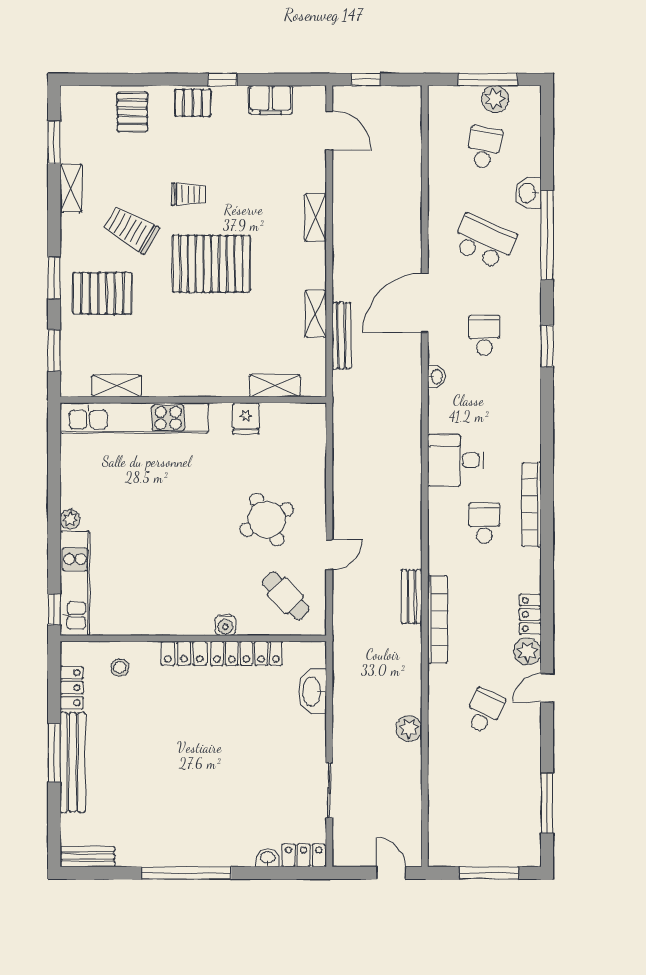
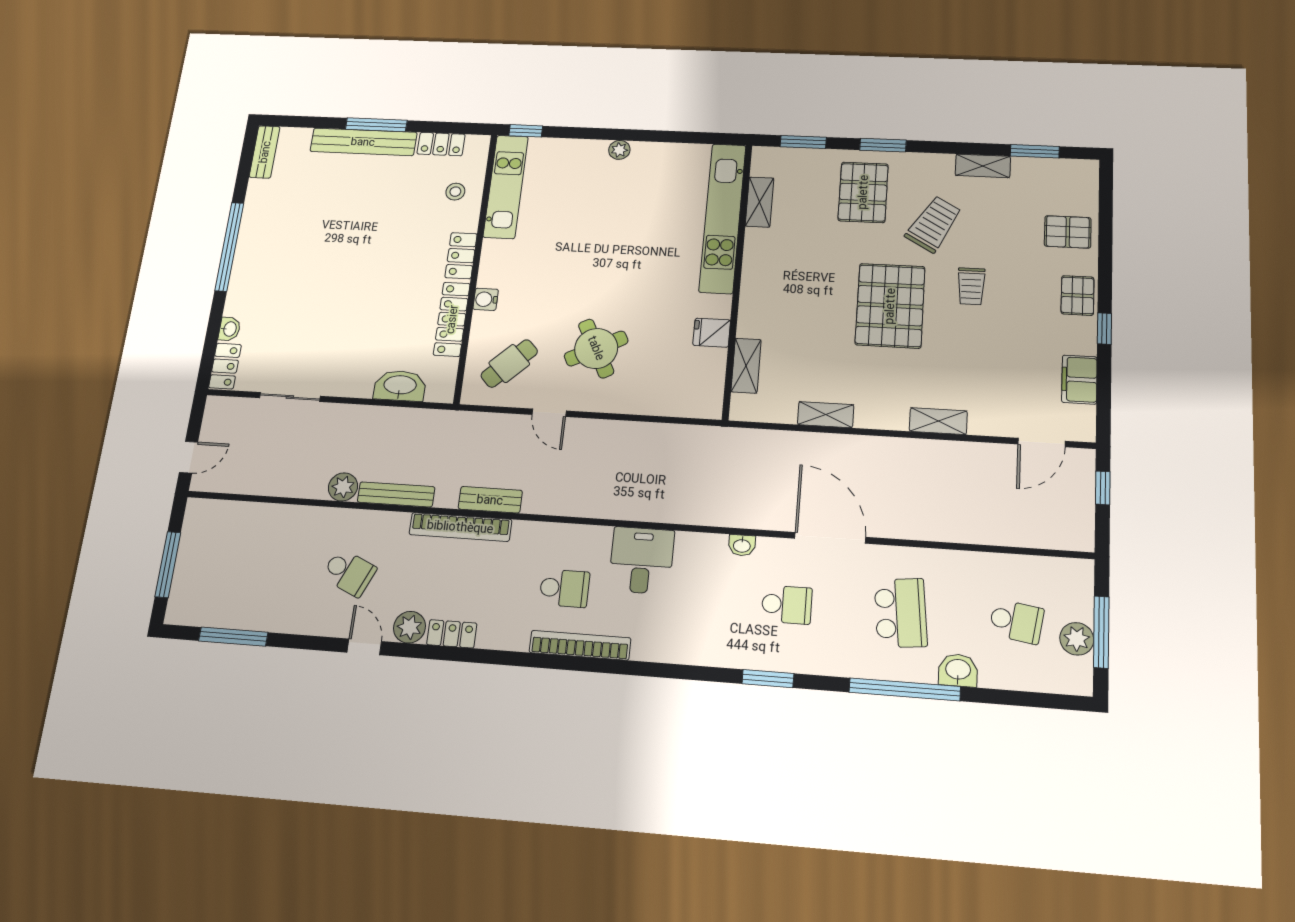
school desk: (484, 241) -> (901, 613), turned -30
bench: (341, 336) -> (396, 494), moved
kitchen unit: (75, 583) -> (506, 187), moved, turned -90

